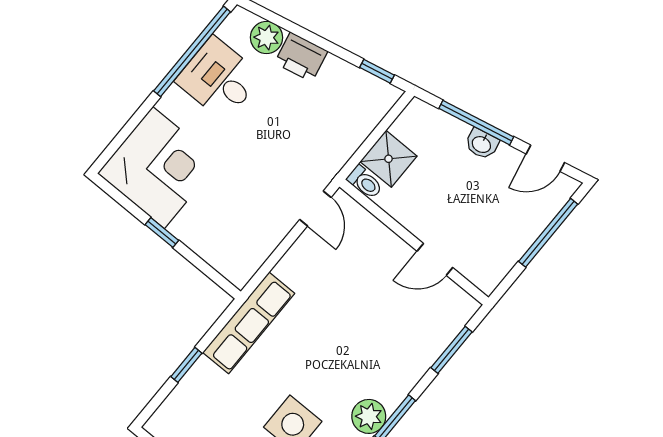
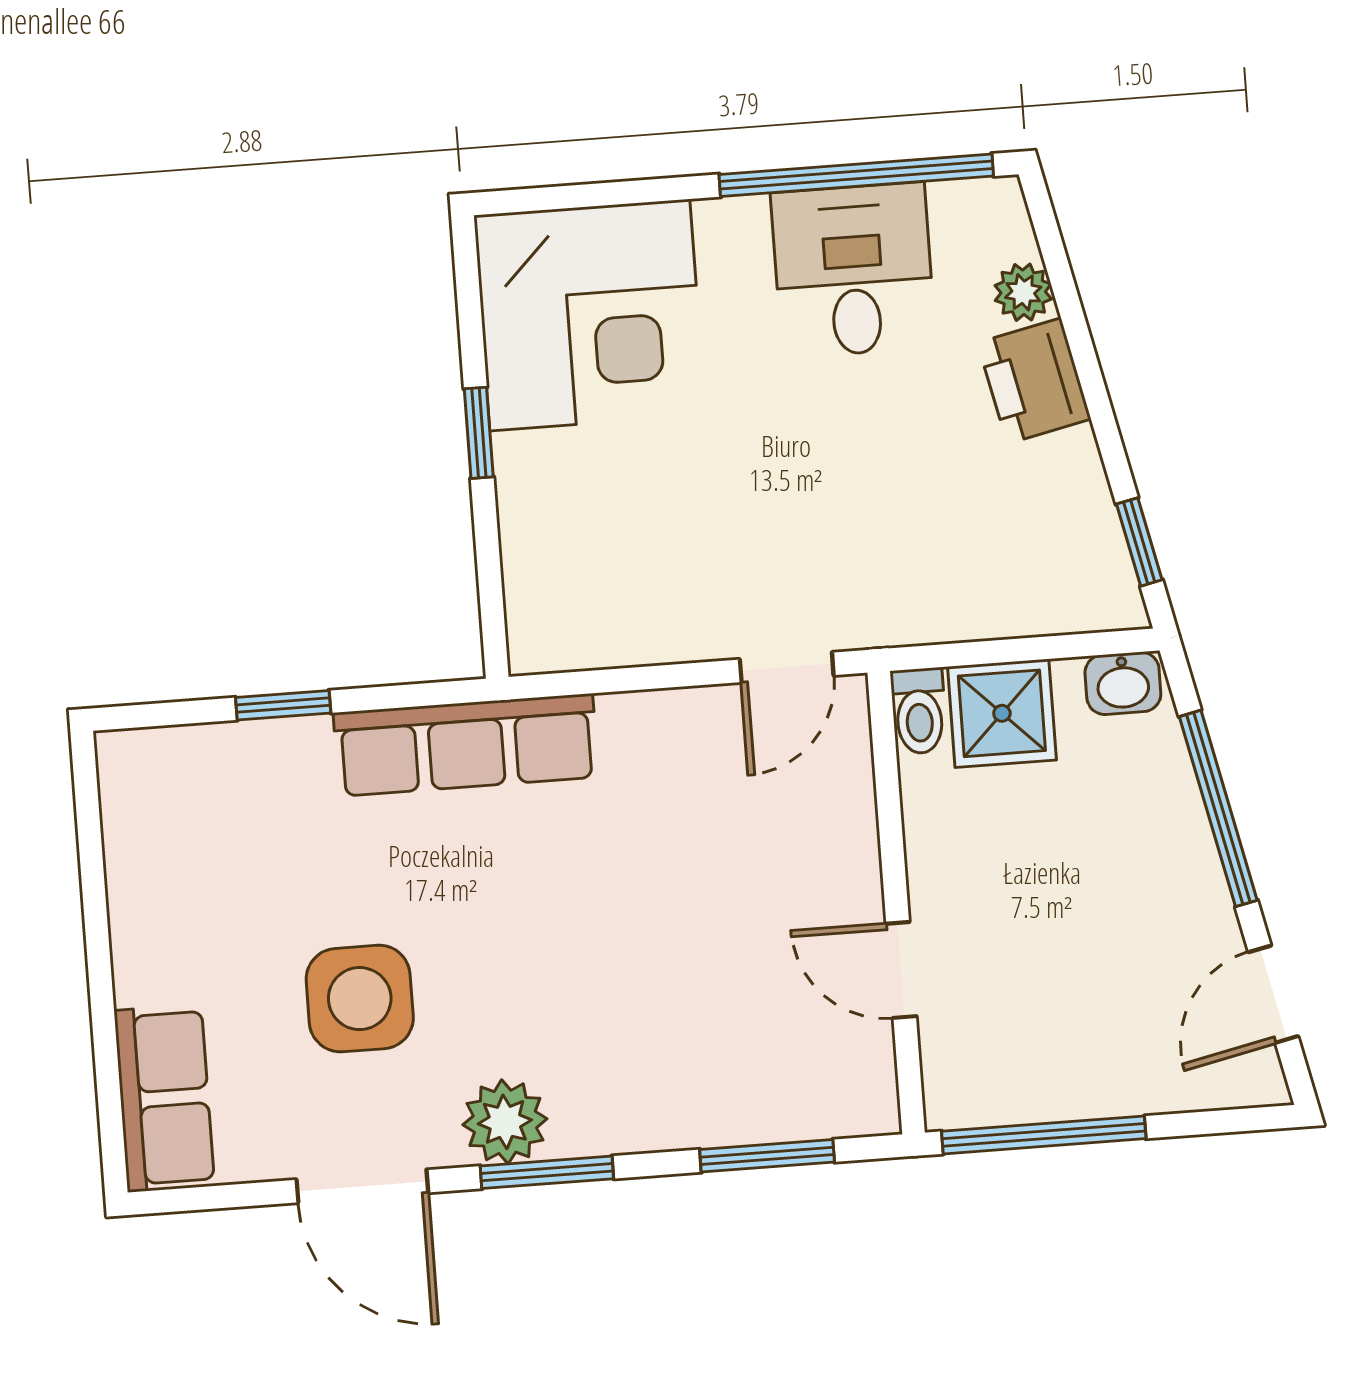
plant: (266, 37) -> (1023, 292), width x0.73, depth x0.73
washbasin: (482, 144) -> (1123, 683), moved, turned -78
door: (545, 158) -> (1273, 994), hinge flipped
window: (548, 233) -> (1044, 1135), moved

